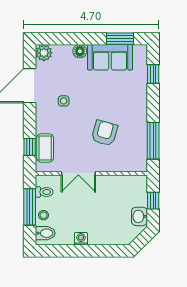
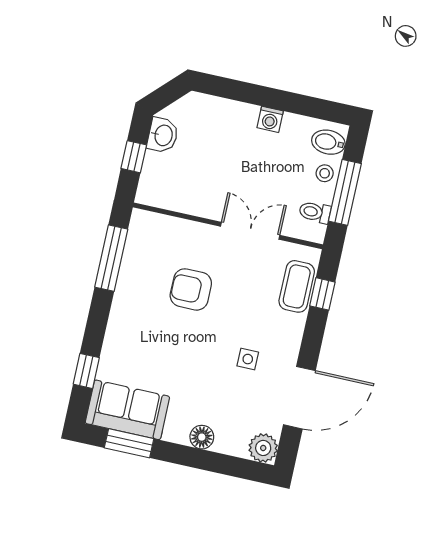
sofa: (110, 57) -> (127, 410), moved
armchair: (104, 133) -> (191, 289), turned 74

